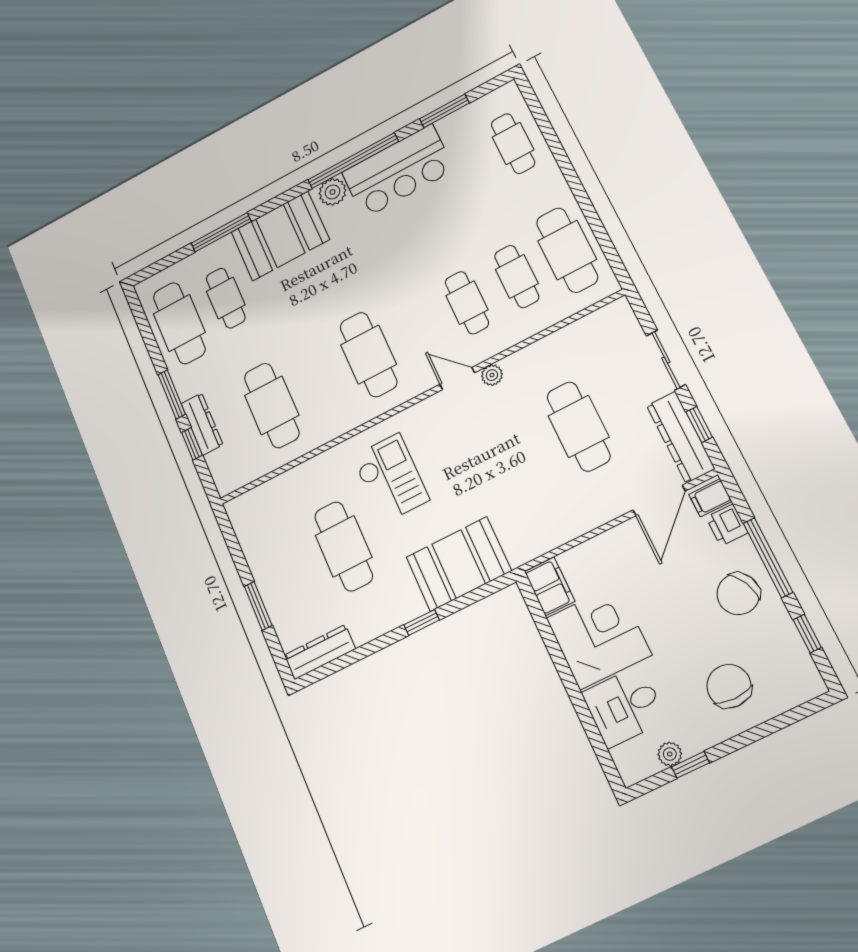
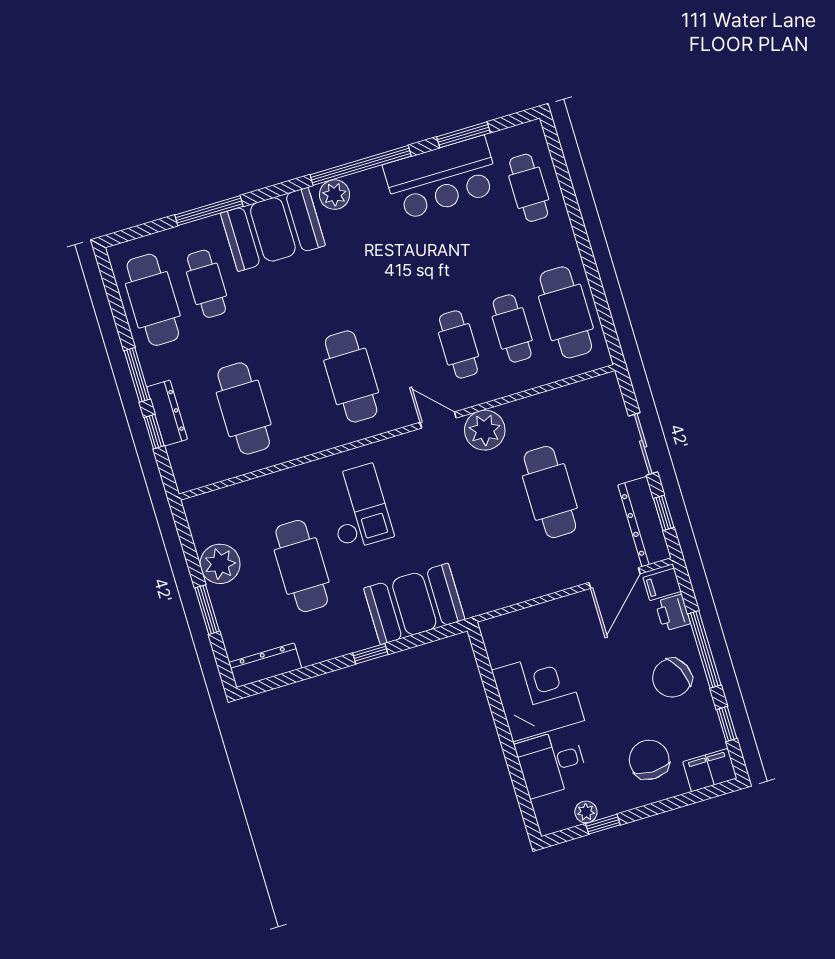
bar counter: (398, 171) -> (442, 178), moved
plant: (492, 375) -> (485, 430), width x1.87, depth x1.87
plant: (266, 559) -> (220, 564), added
filing cabinet: (550, 586) -> (710, 770), moved, turned -90

